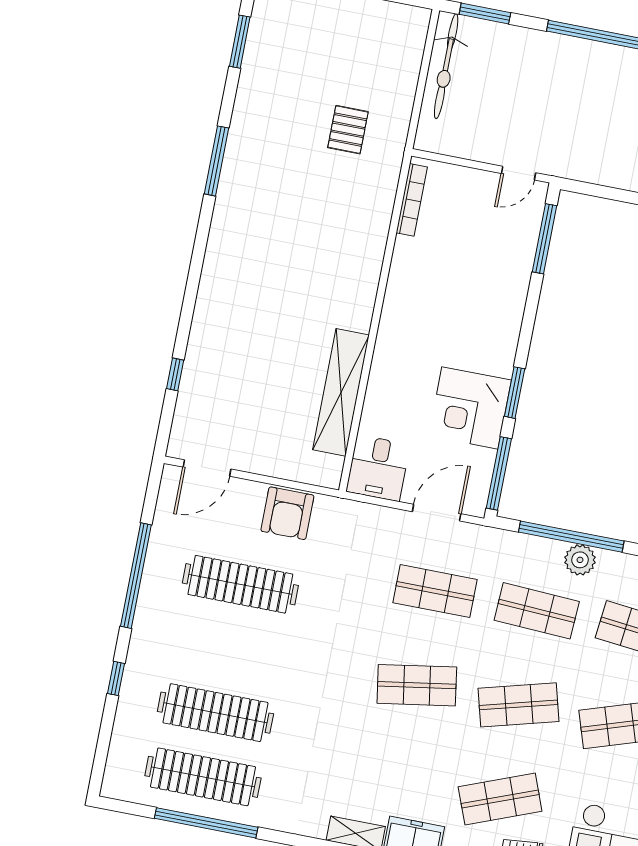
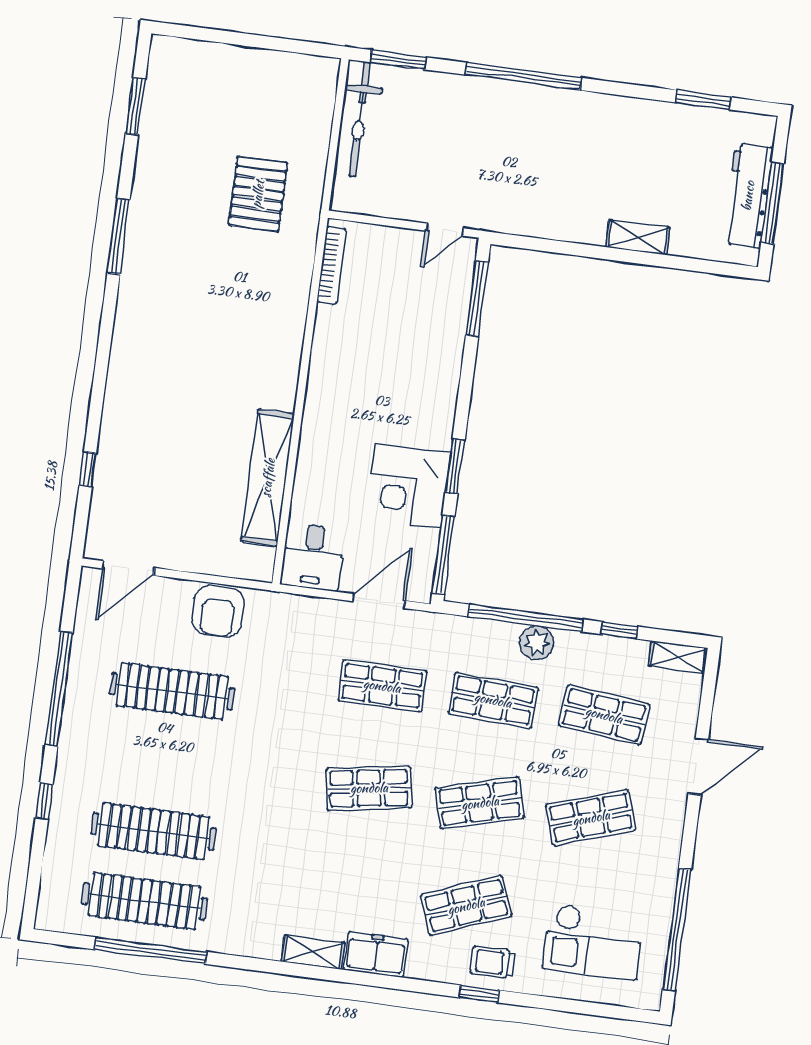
pallet: (348, 130) -> (258, 194), width x1.50, depth x1.42

